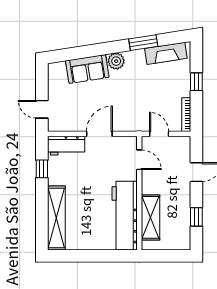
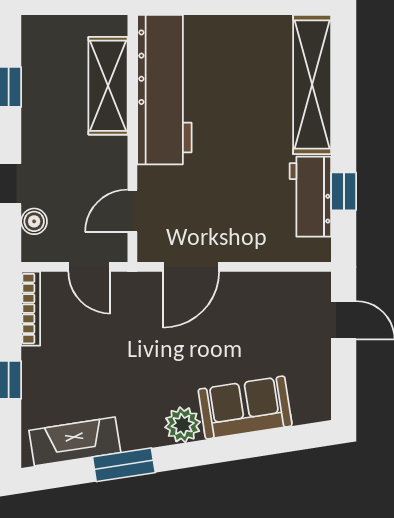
door: (99, 134) -> (191, 267), moved
workbench: (66, 146) -> (310, 197), moved, turned -90
boiler: (185, 155) -> (34, 221), added
door: (139, 160) -> (132, 211), hinge flipped

